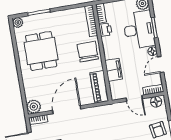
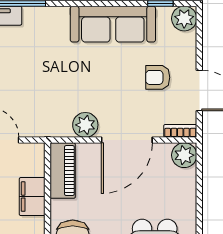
plant: (91, 114) -> (85, 125), added

